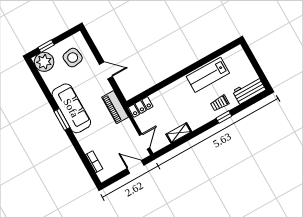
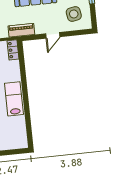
lab bench: (208, 75) -> (14, 99), moved

